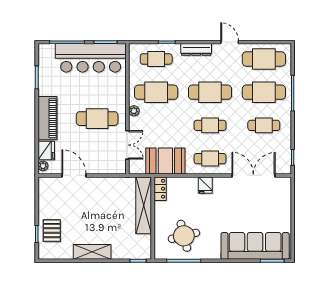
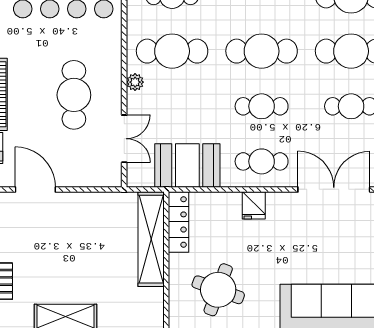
cafe table: (97, 119) -> (74, 95), turned 90
locker: (160, 189) -> (179, 222), width x1.53
round table: (184, 236) -> (218, 290), turned 34

